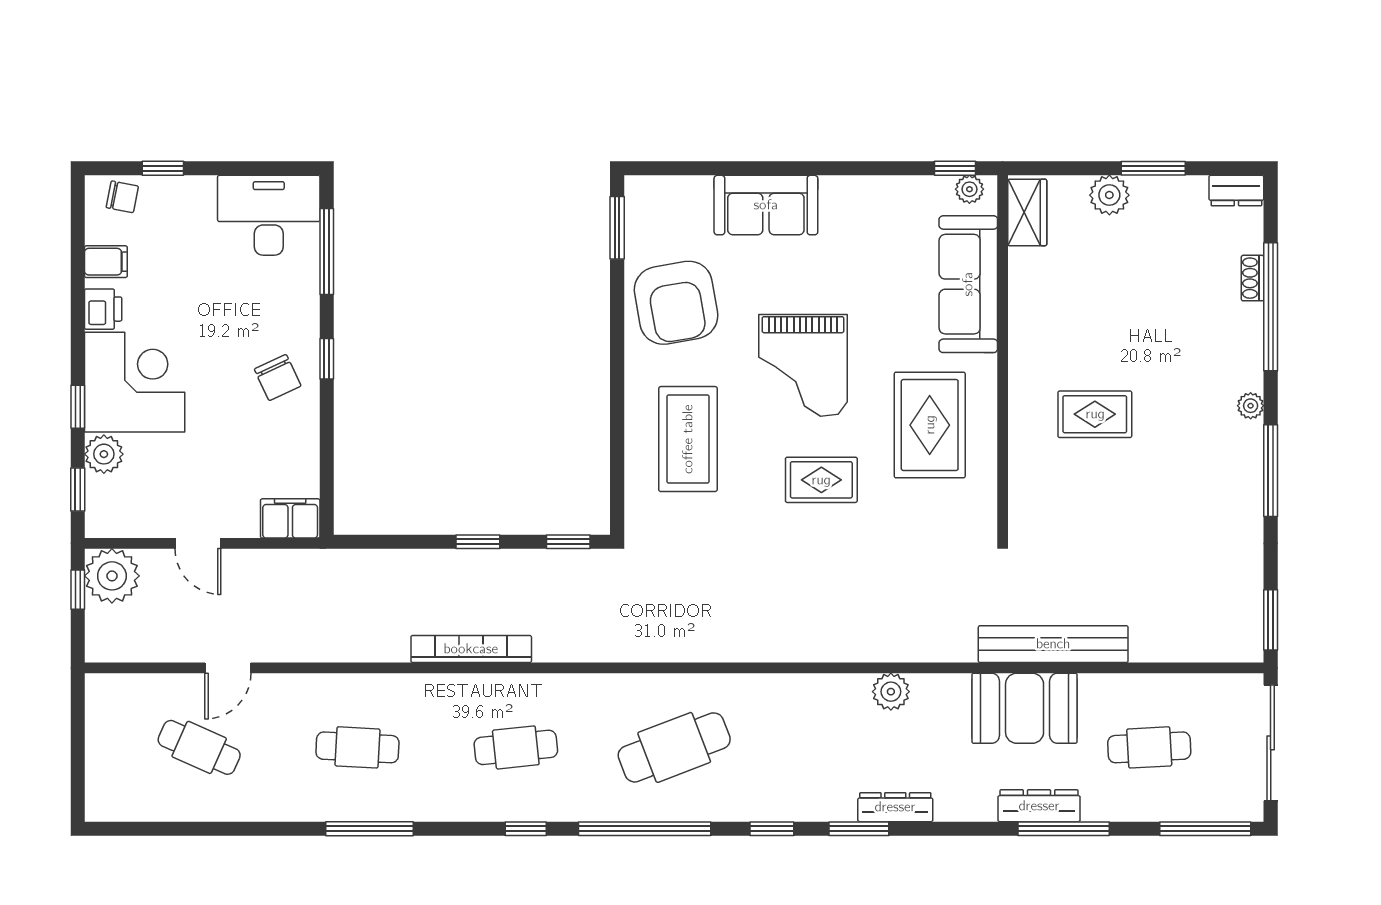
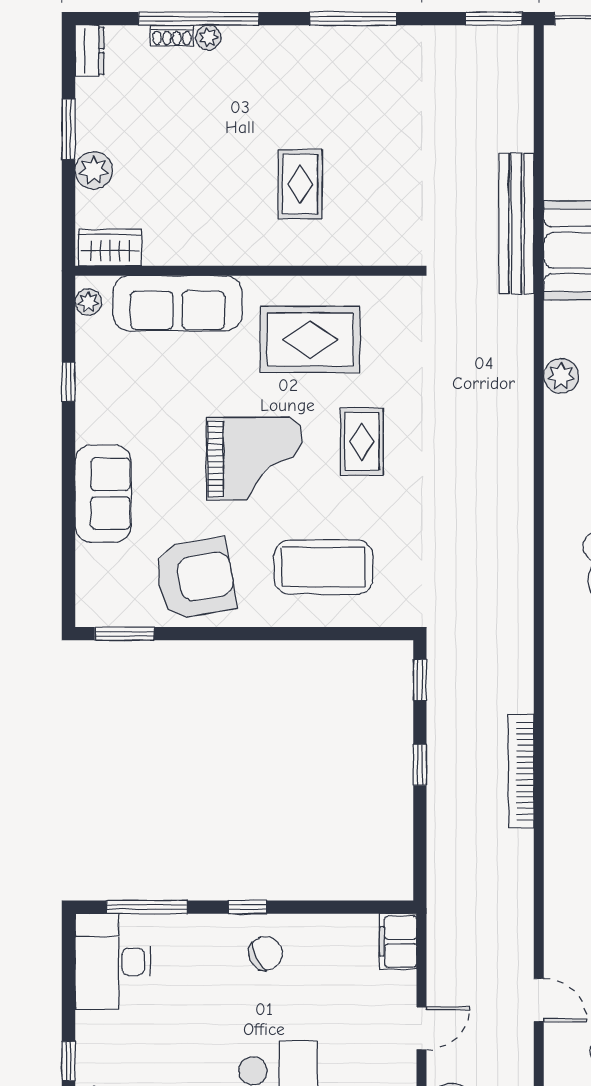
window: (955, 168) -> (69, 382), moved
plant: (1251, 406) -> (208, 38), moved

